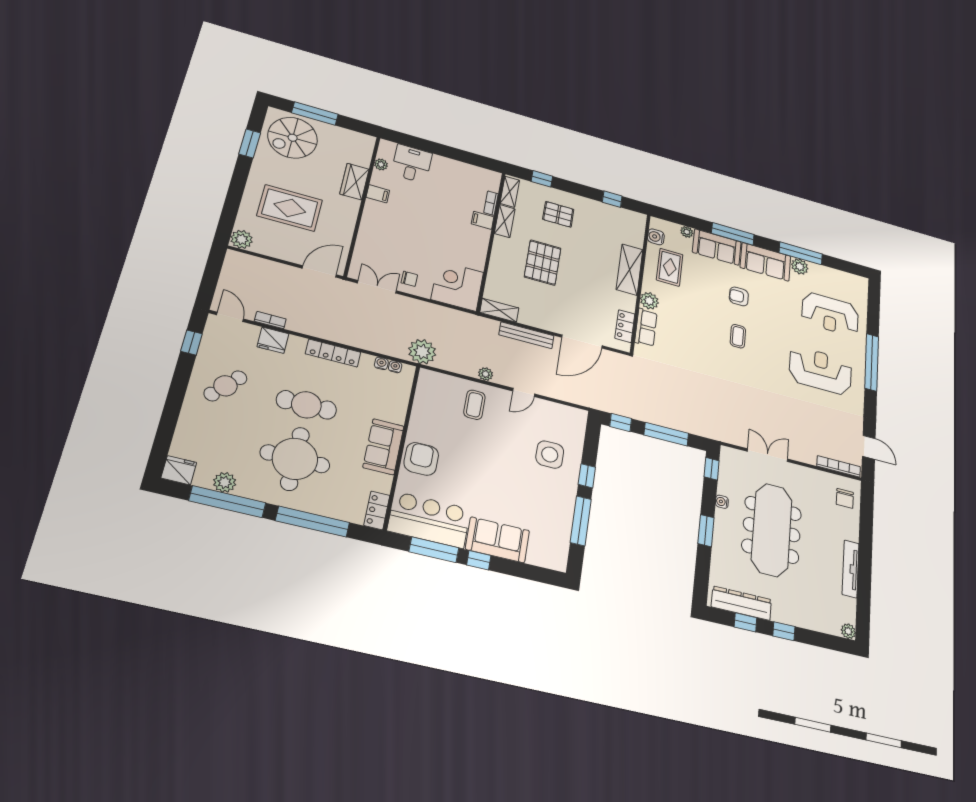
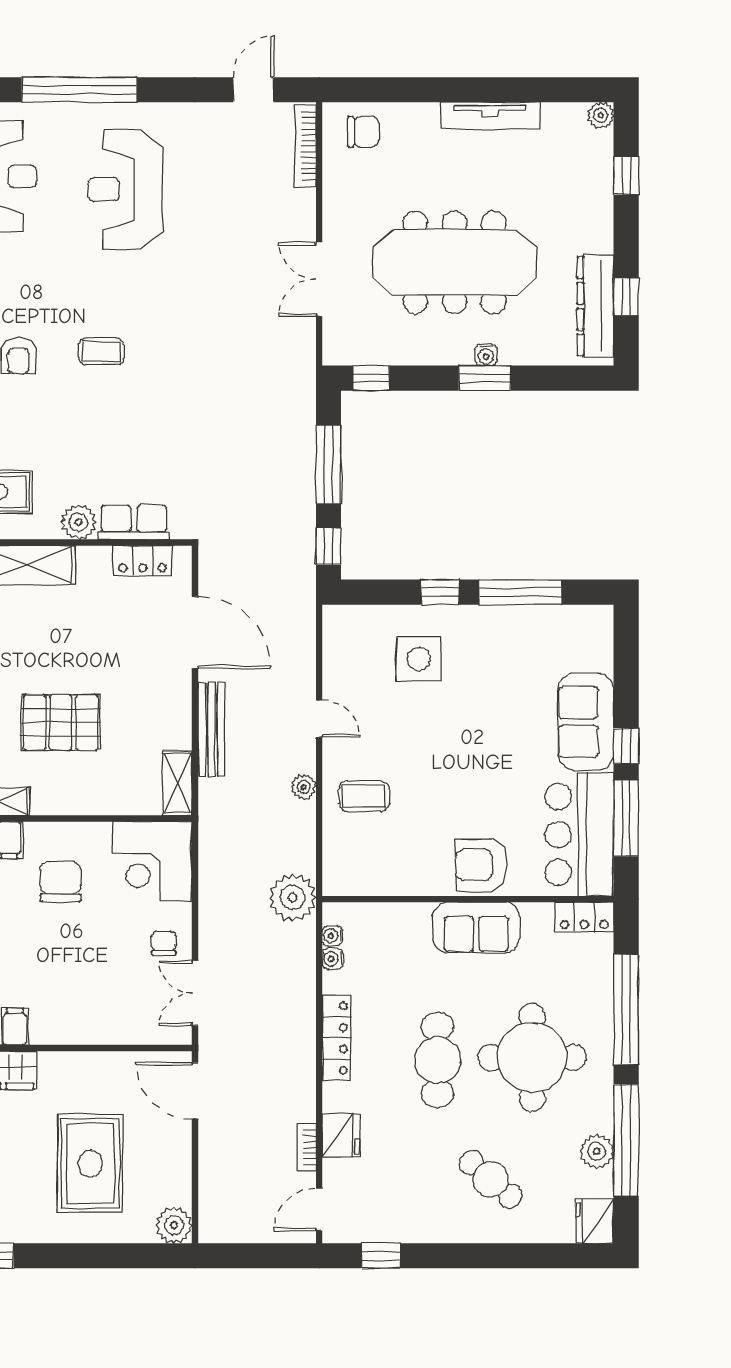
chair: (455, 238) -> (60, 881), added
cafe table: (225, 386) -> (491, 1179), moved
water cooler: (722, 502) -> (486, 355), moved
window: (784, 631) -> (626, 176), moved

